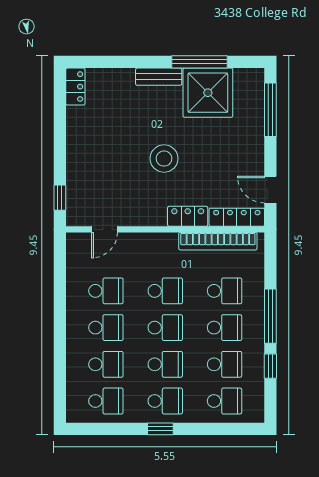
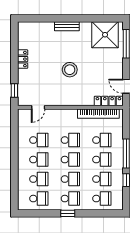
window: (199, 62) -> (89, 18), removed
locker: (75, 87) -> (23, 59), moved
shower: (208, 93) -> (105, 35), moved
locker: (188, 216) -> (82, 100), removed

